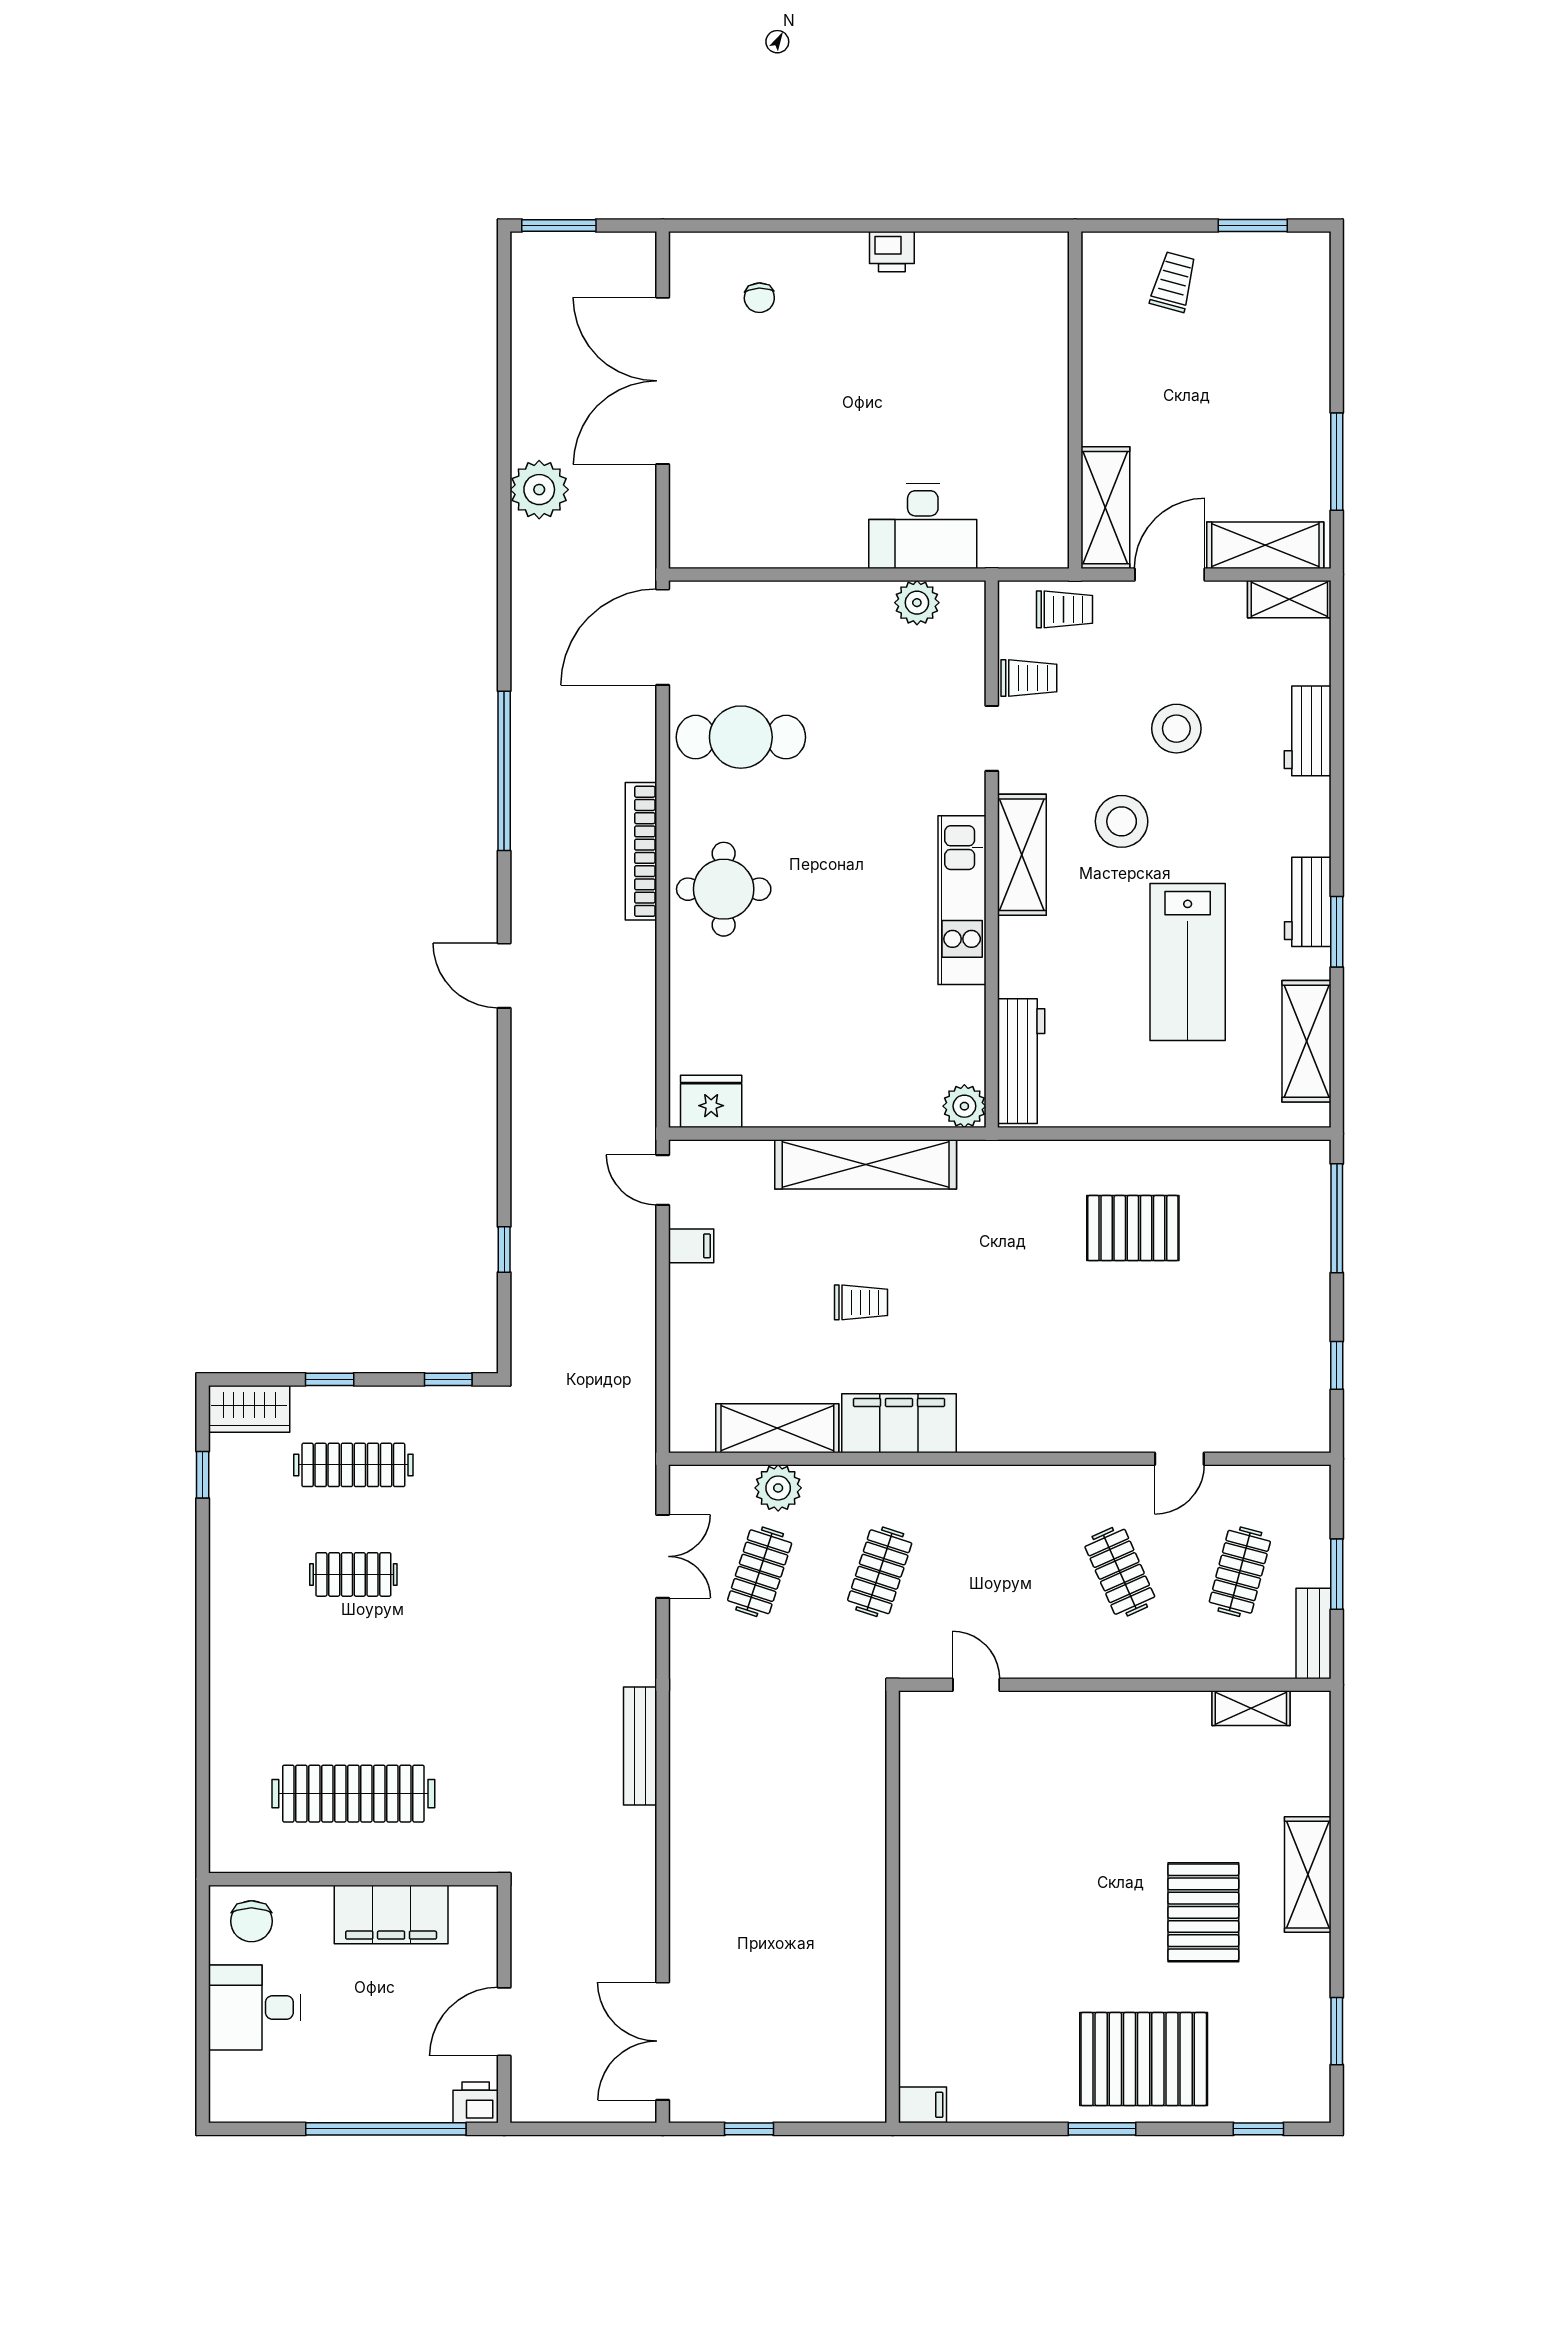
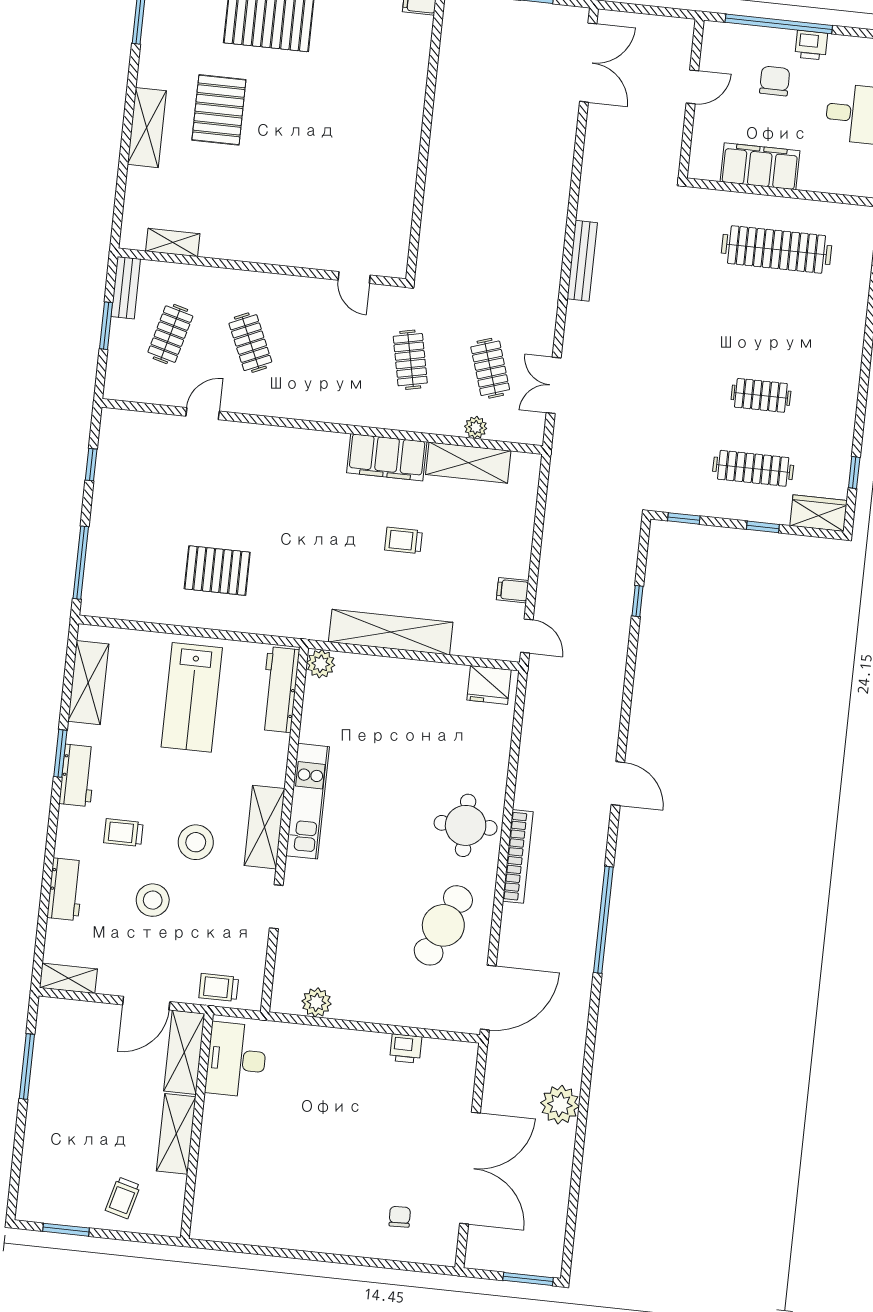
printer: (892, 252) -> (406, 1049), moved, turned 180
desk: (923, 526) -> (236, 1060), moved, turned -90
shelving: (1265, 545) -> (176, 1134), moved, turned 90
trolley: (1029, 678) -> (123, 833), moved
cafe table: (741, 737) -> (443, 925), turned -67
lab bench: (1188, 962) -> (192, 697), moved, turned 180
plant: (778, 1488) -> (476, 427), width x0.73, depth x0.73
clothes rail: (760, 1572) -> (490, 368), turned -36
clothes rail: (880, 1572) -> (410, 360), turned -30
chair: (251, 1921) -> (775, 81), moved
door: (504, 2022) -> (692, 87), width x0.73
printer: (476, 2102) -> (811, 45), moved

